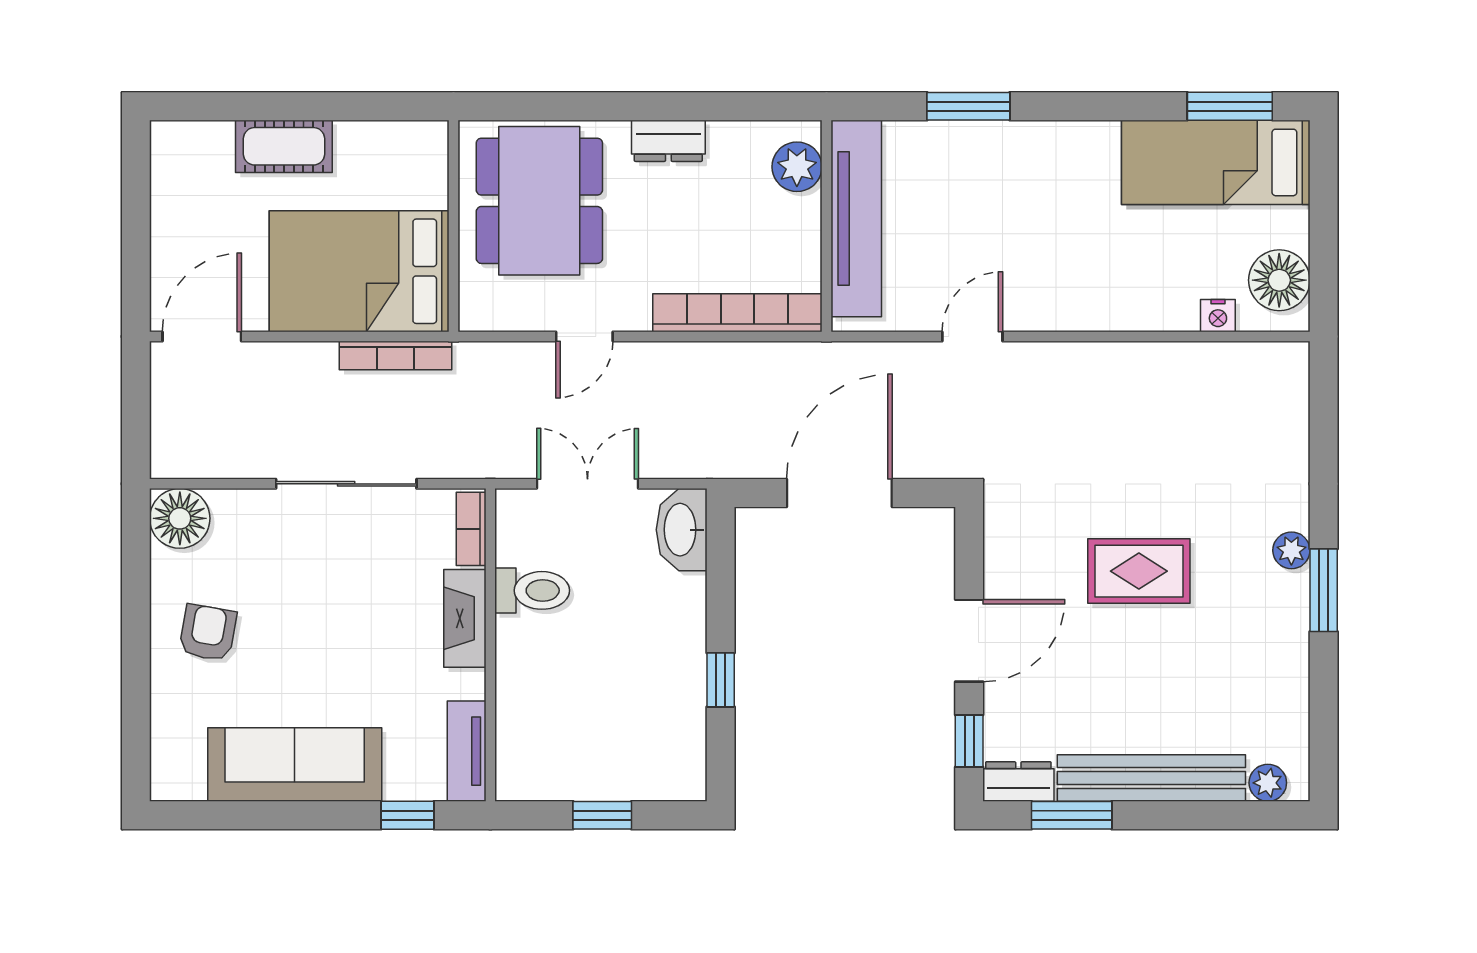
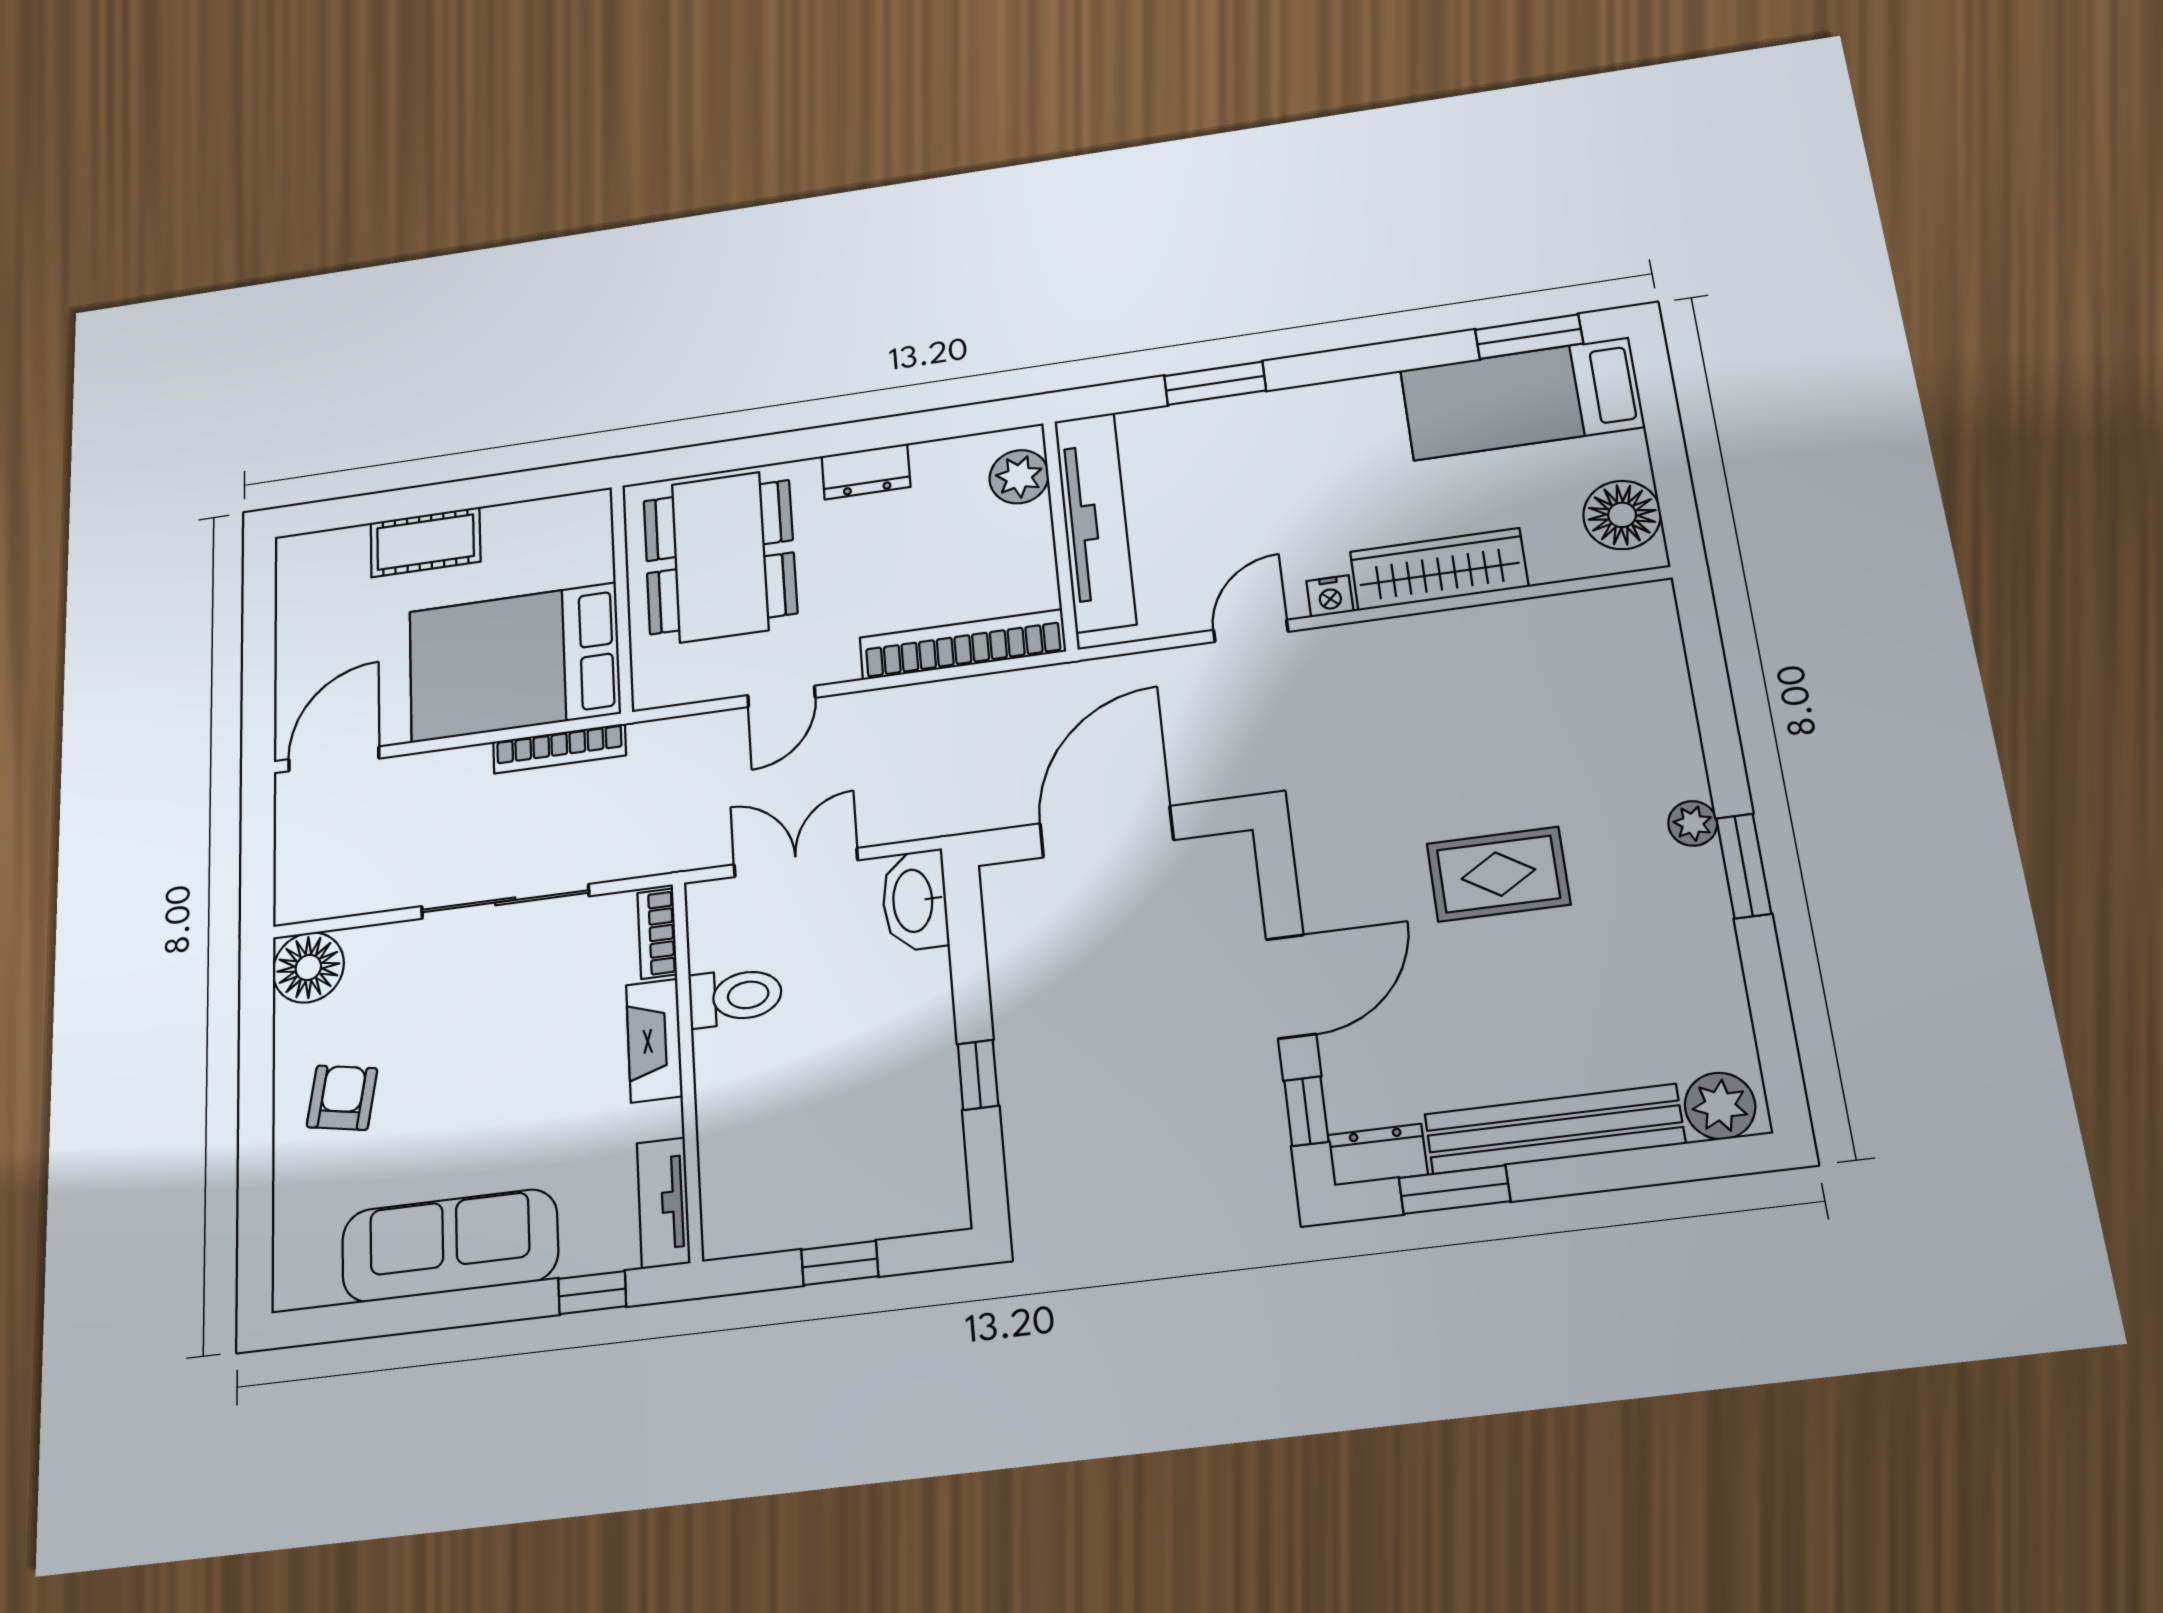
wardrobe: (1129, 305) -> (1439, 569), added
nightstand: (1218, 316) -> (1330, 596), moved
plant: (1268, 783) -> (1720, 1106), width x1.38, depth x1.38

